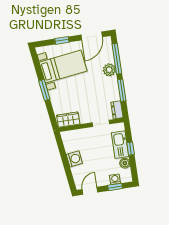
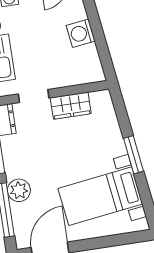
window: (62, 40) -> (103, 242), removed
wardrobe: (68, 120) -> (71, 106), moved

